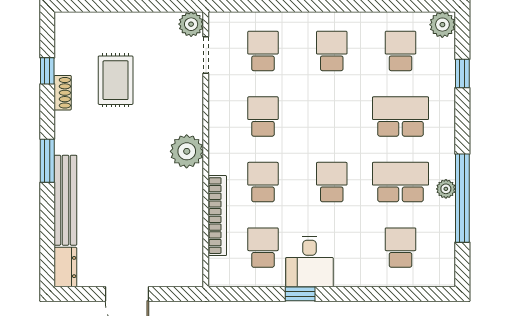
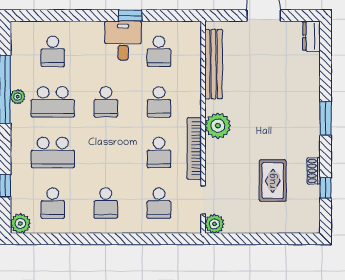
bench: (65, 200) -> (214, 64), moved
bookcase: (217, 216) -> (194, 148), moved

